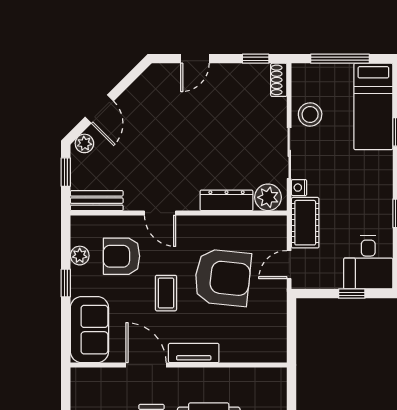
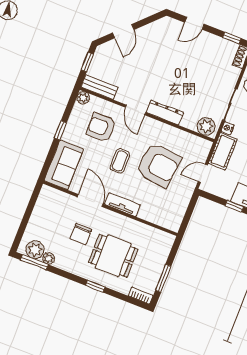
plant: (84, 143) -> (106, 49), removed
dresser: (227, 200) -> (165, 113), moved
plant: (80, 256) -> (83, 98), moved

